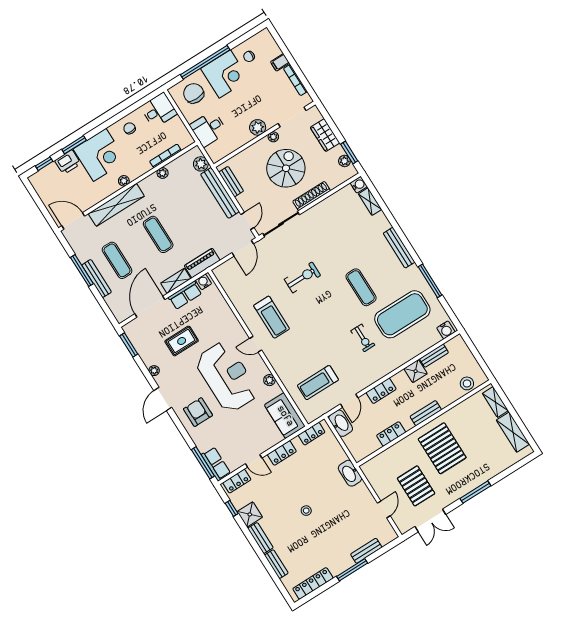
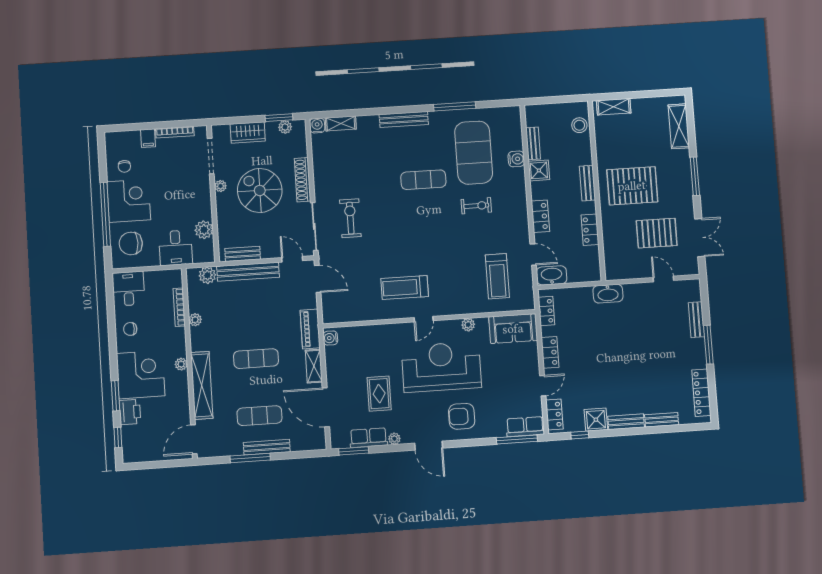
plant: (258, 127) -> (204, 230), moved
exercise bike: (302, 277) -> (350, 218), moved
row of seats: (185, 295) -> (369, 438), moved, turned -90
treadmill: (272, 317) -> (405, 288), turned 180
water cooler: (446, 330) -> (516, 159), moved
shelving: (513, 432) -> (679, 126), moved, turned 90
stool: (306, 511) -> (623, 359), removed

